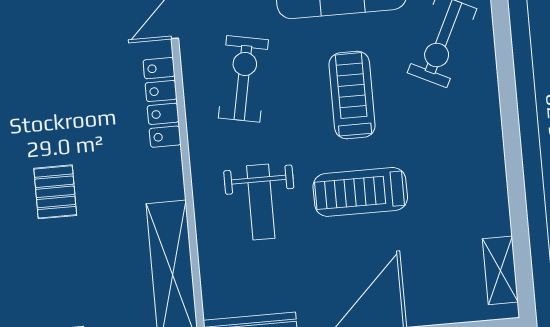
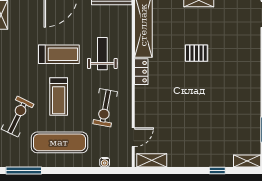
locker: (162, 102) -> (141, 72), moved, width x0.66
pallet: (55, 192) -> (196, 53), moved, turned 90

